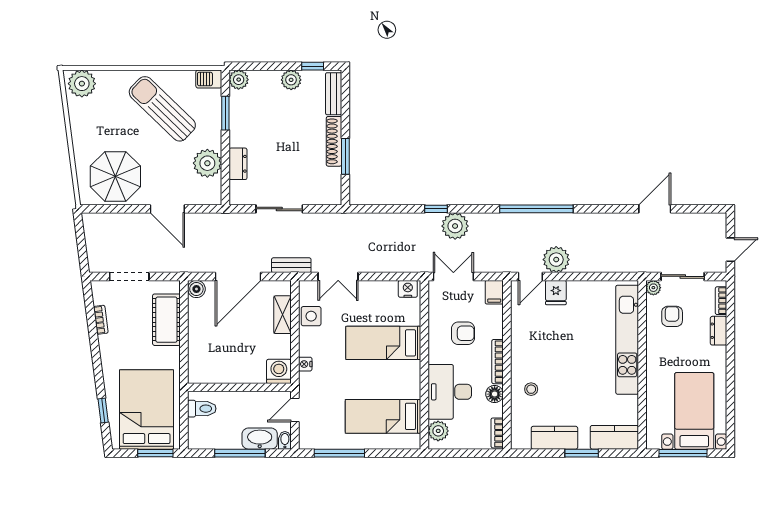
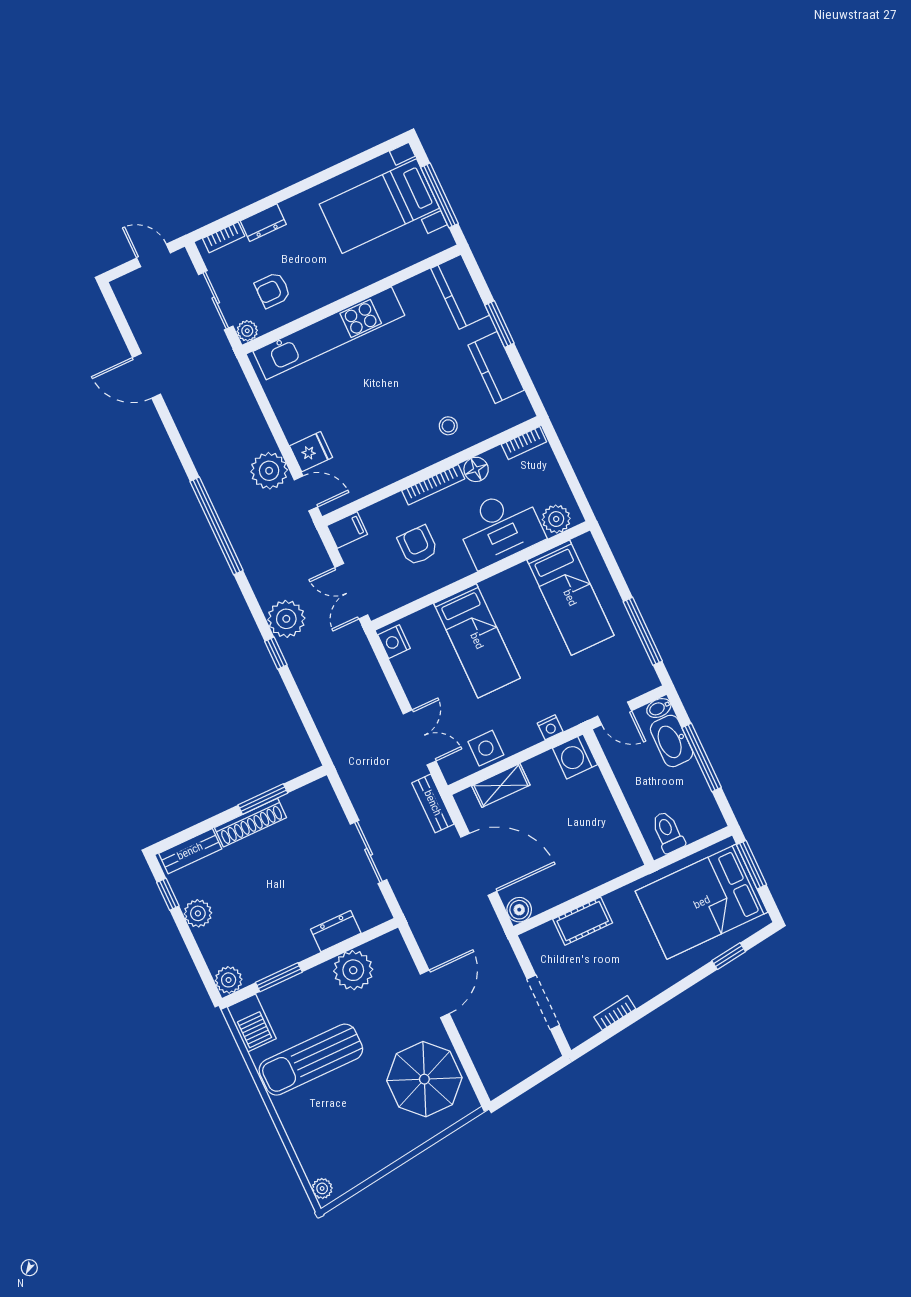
barbecue: (209, 79) -> (251, 1023), width x1.38, depth x1.27
plant: (82, 84) -> (322, 1188), width x0.53, depth x0.53
sun lounger: (162, 109) -> (311, 1060), turned 46
cot: (166, 320) -> (583, 921), width x0.73, depth x0.75

